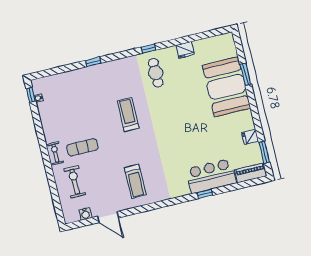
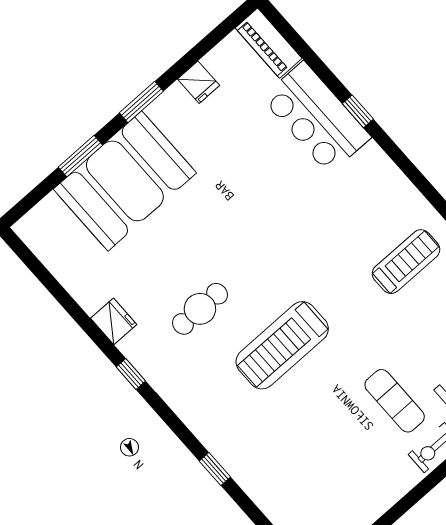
fridge: (185, 50) -> (114, 321), moved
cafe table: (156, 73) -> (200, 309), moved
treadmill: (128, 114) -> (282, 345), width x1.37, depth x1.38
window: (264, 152) -> (141, 102), moved

